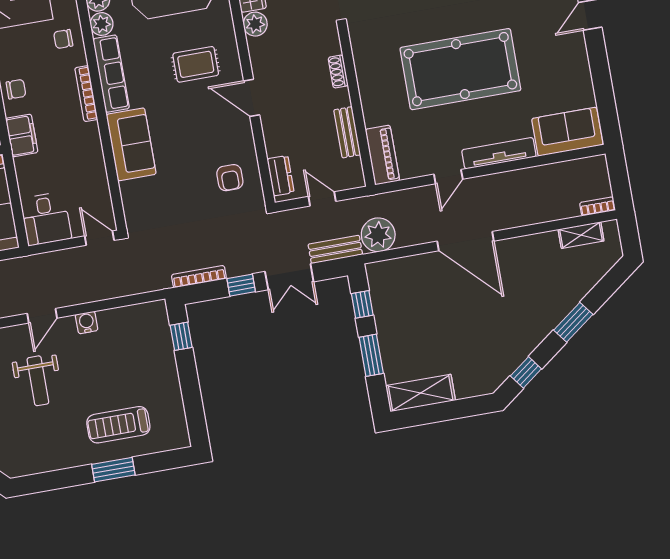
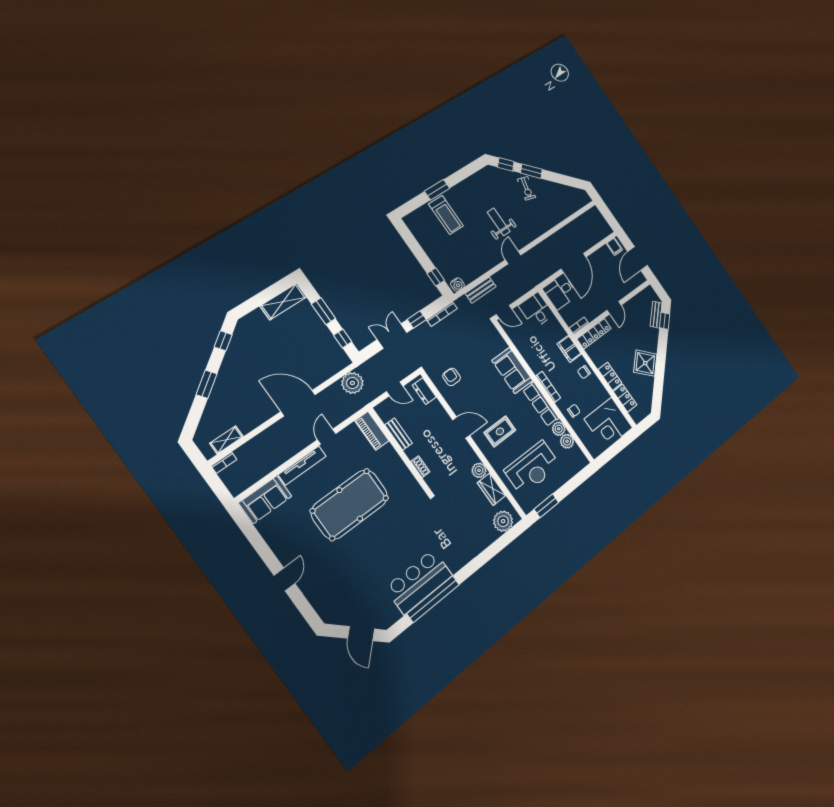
bench: (335, 249) -> (481, 290), moved
water cooler: (87, 322) -> (457, 285), moved
treadmill: (118, 425) -> (446, 215), turned 90

